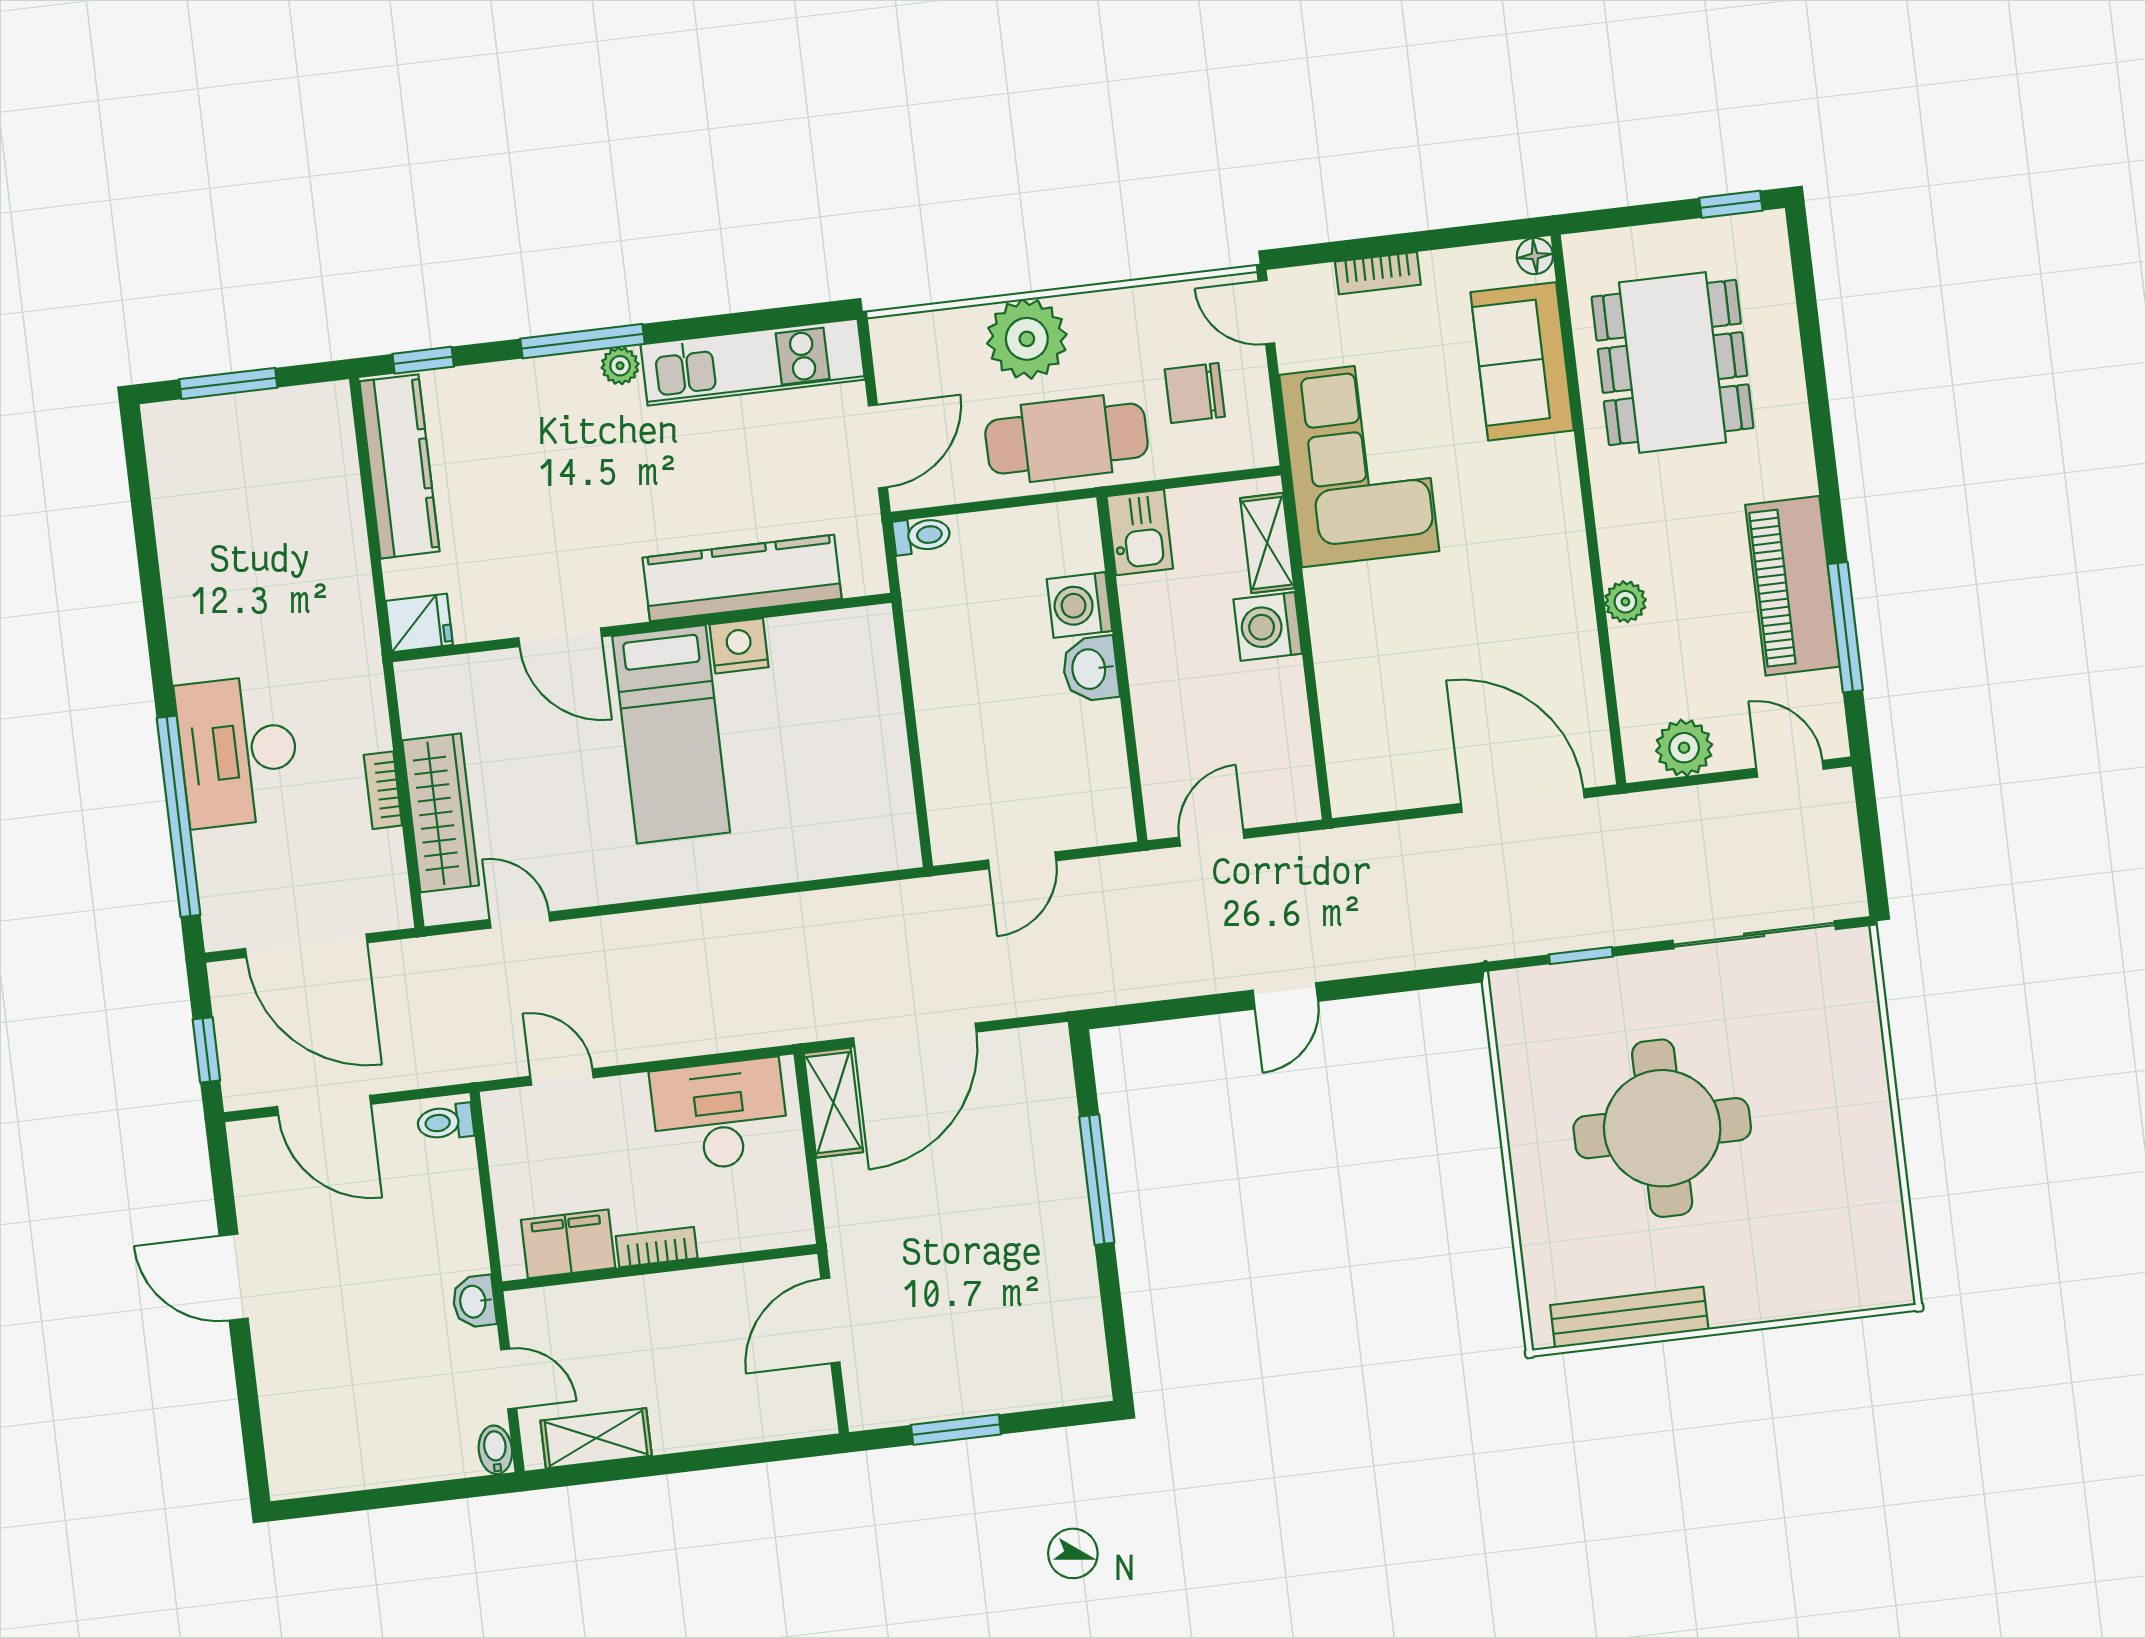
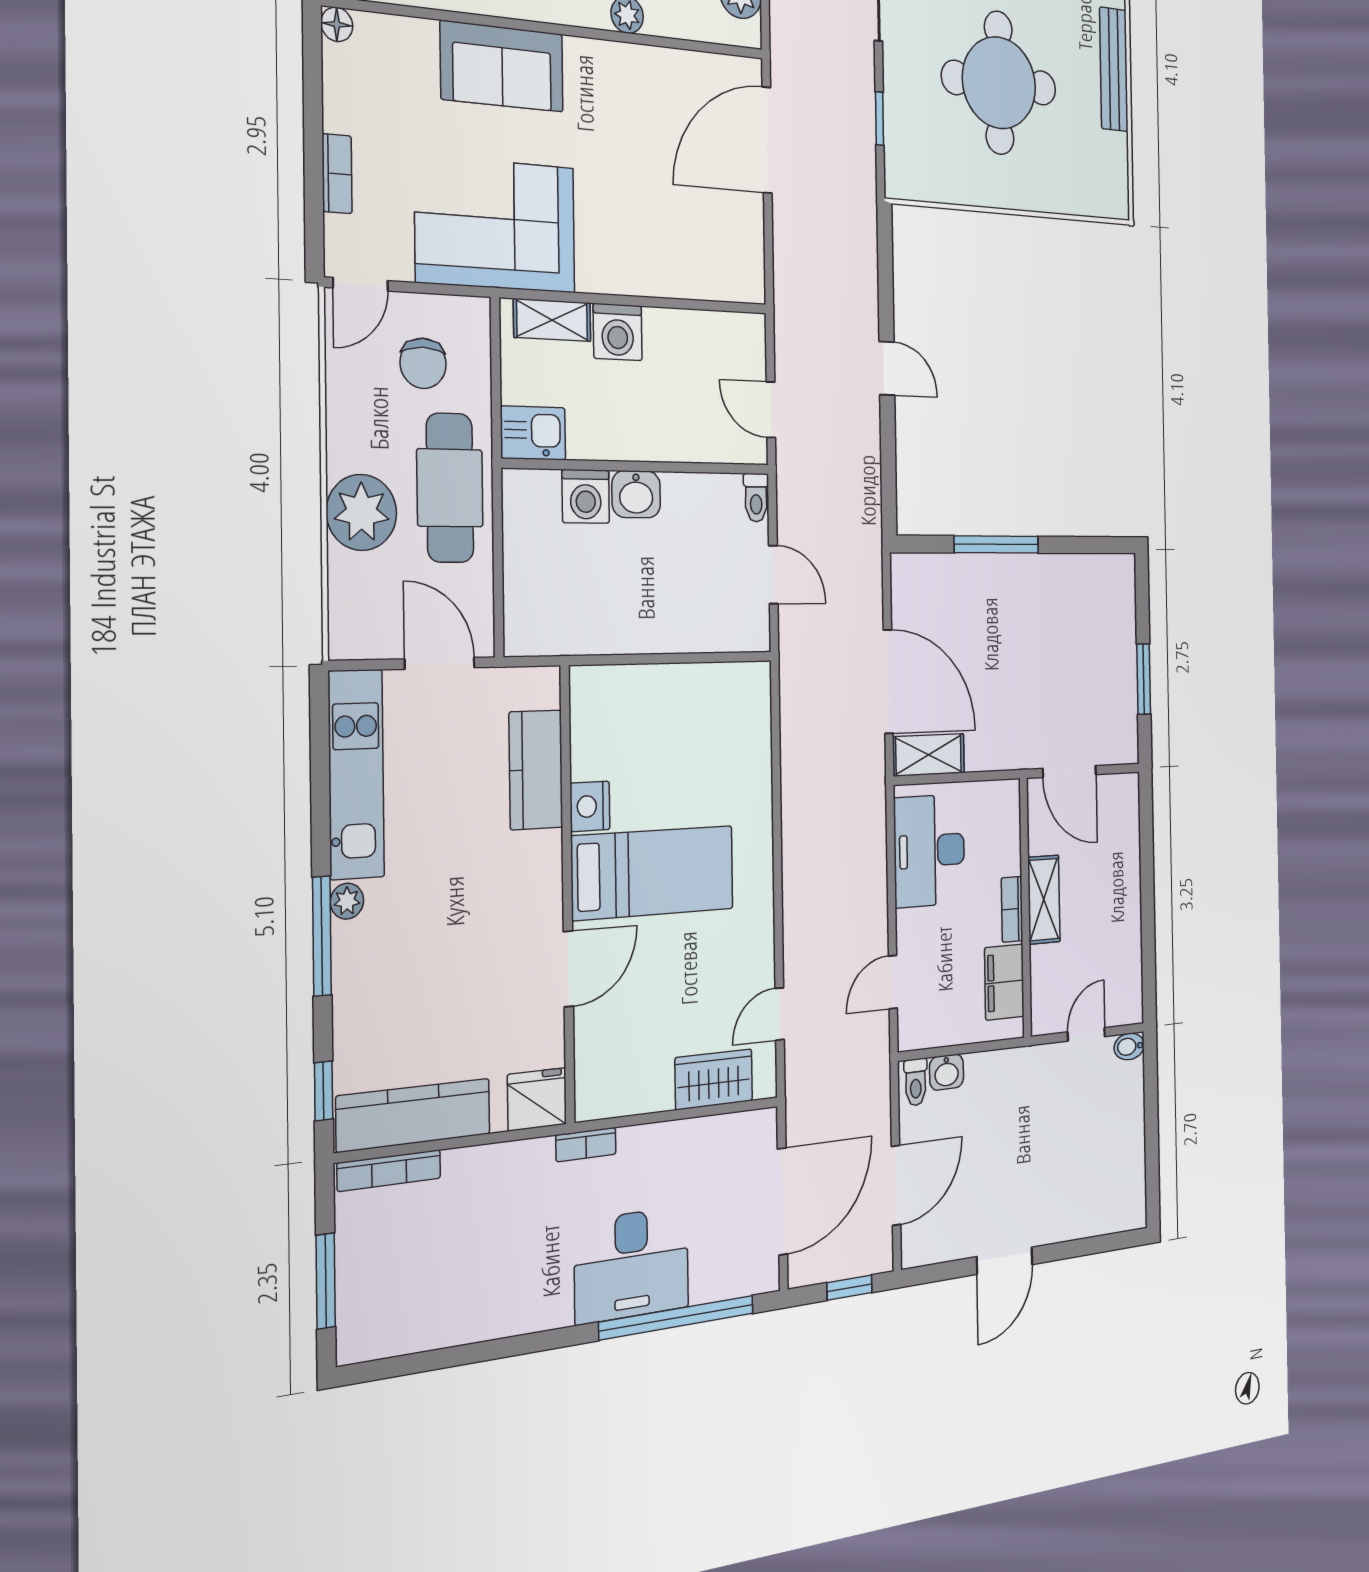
sofa: (1522, 361) -> (502, 66), moved
bookcase: (341, 444) -> (389, 1171), added
toilet: (922, 536) -> (756, 498), moved, turned 180
kitchen counter: (742, 578) -> (536, 770), width x0.67
fridge: (419, 623) -> (537, 1099), width x1.38
bookcase: (383, 790) -> (586, 1145), moved
wardrobe: (441, 813) -> (714, 1079), width x0.67
washbasin: (474, 1302) -> (947, 1072), moved
bench: (1629, 1317) -> (1114, 69), moved
shelving: (596, 1438) -> (1044, 900), moved

